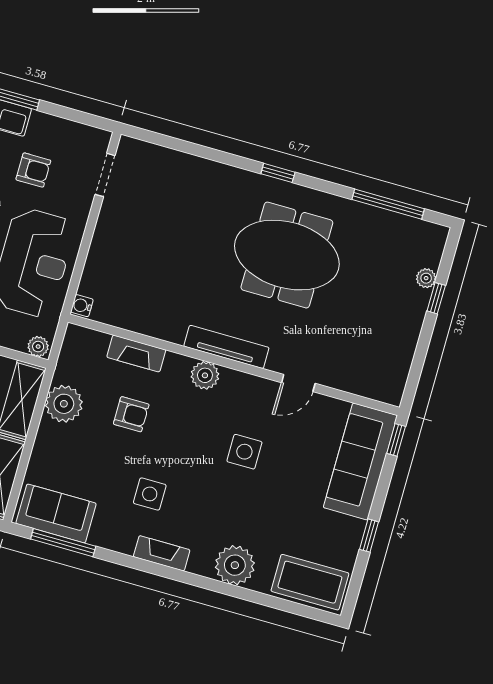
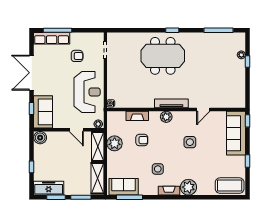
meeting table: (287, 255) -> (163, 56), moved
plant: (235, 565) -> (188, 187), moved

